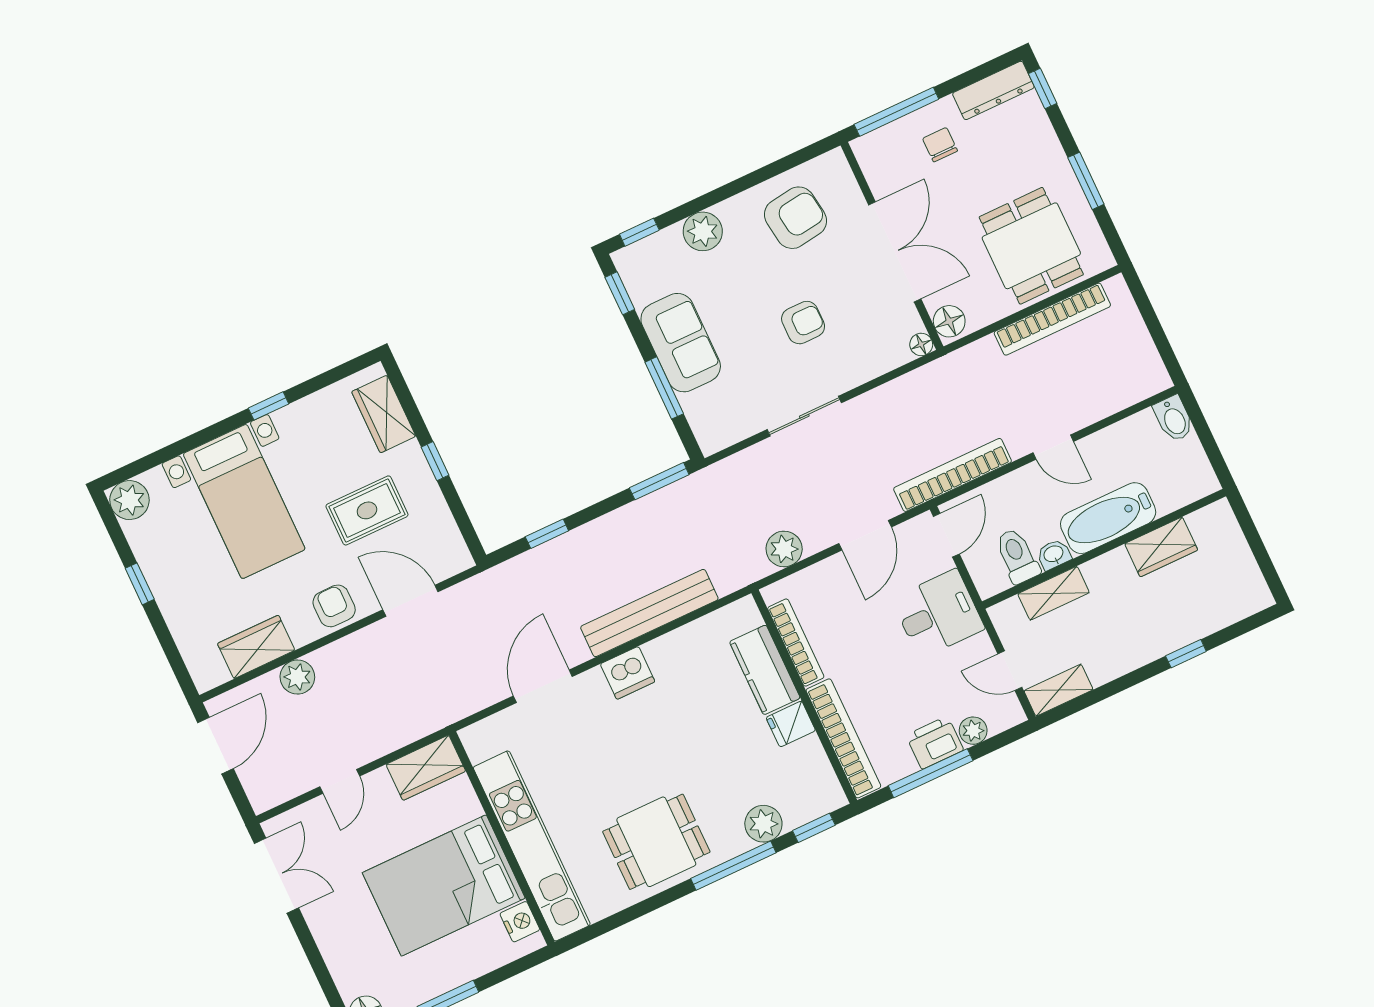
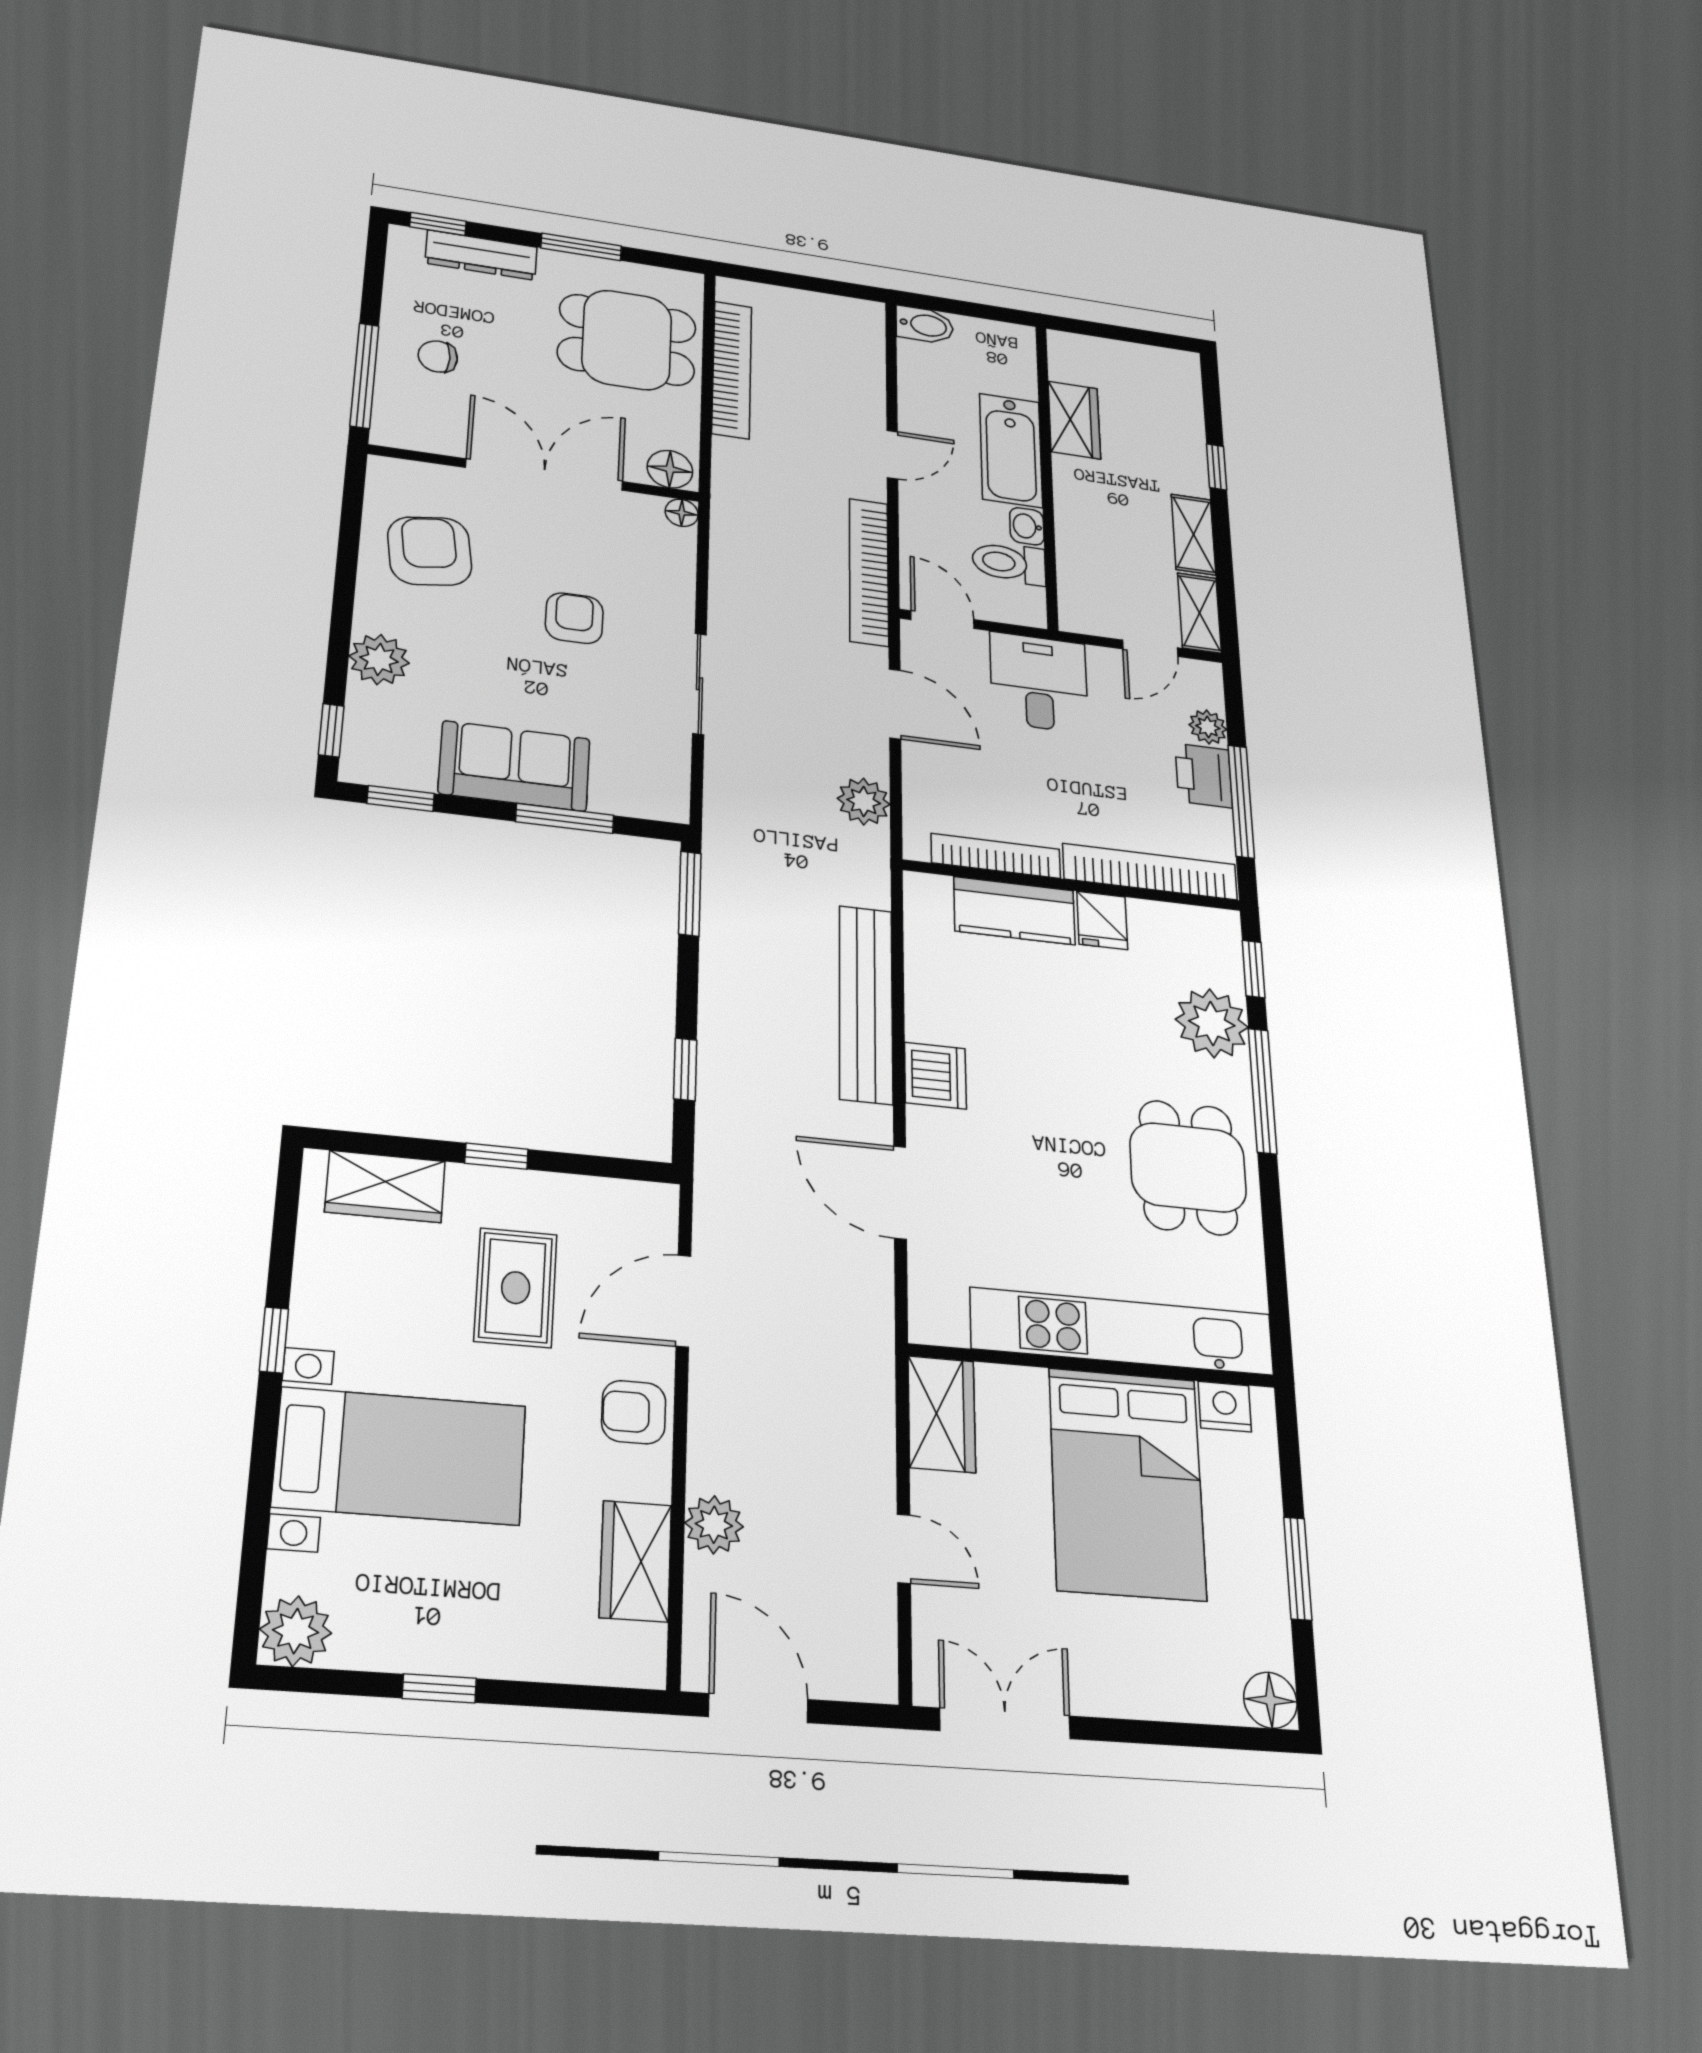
dresser: (993, 90) -> (481, 255), moved, turned 90
shelving: (1054, 593) -> (1193, 535), moved
plant: (763, 824) -> (1212, 1023), width x1.36, depth x1.36

